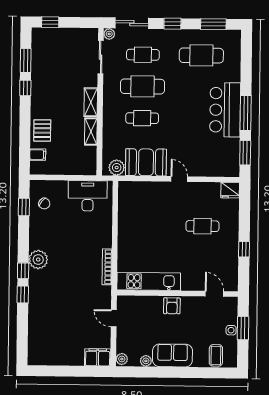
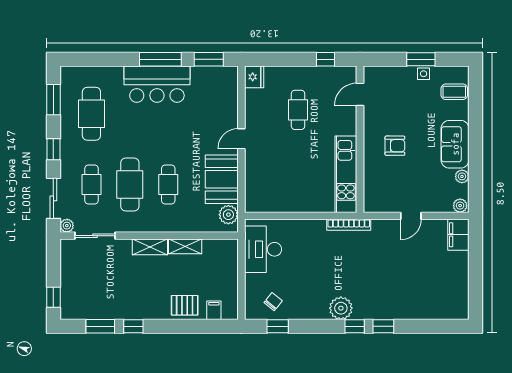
kitchen unit: (149, 281) -> (346, 174), moved
wall: (177, 293) -> (360, 139), moved
door: (214, 294) -> (360, 94), moved

